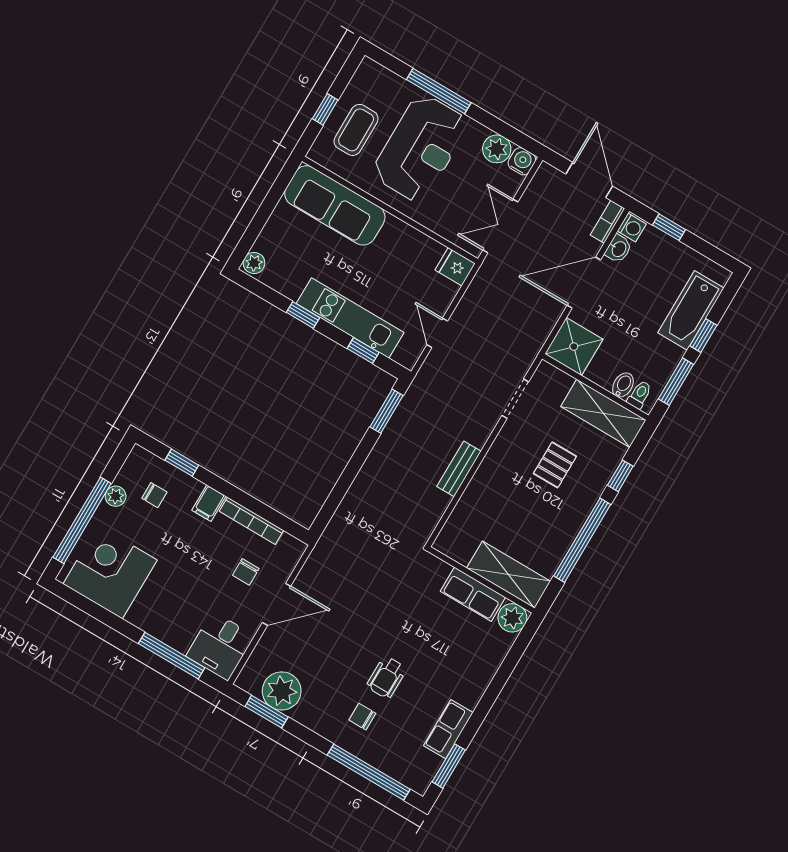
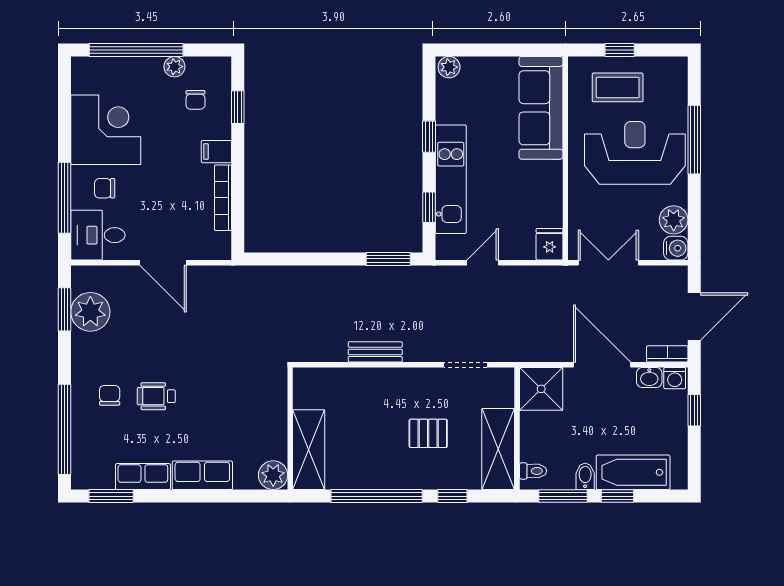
reception desk: (420, 148) -> (635, 153), turned 180
bidet: (623, 385) -> (585, 476), moved, turned -90
corner desk: (110, 572) -> (106, 130), moved
chair: (246, 572) -> (105, 188), moved
row of seats: (473, 594) -> (202, 475), moved, turned 90

